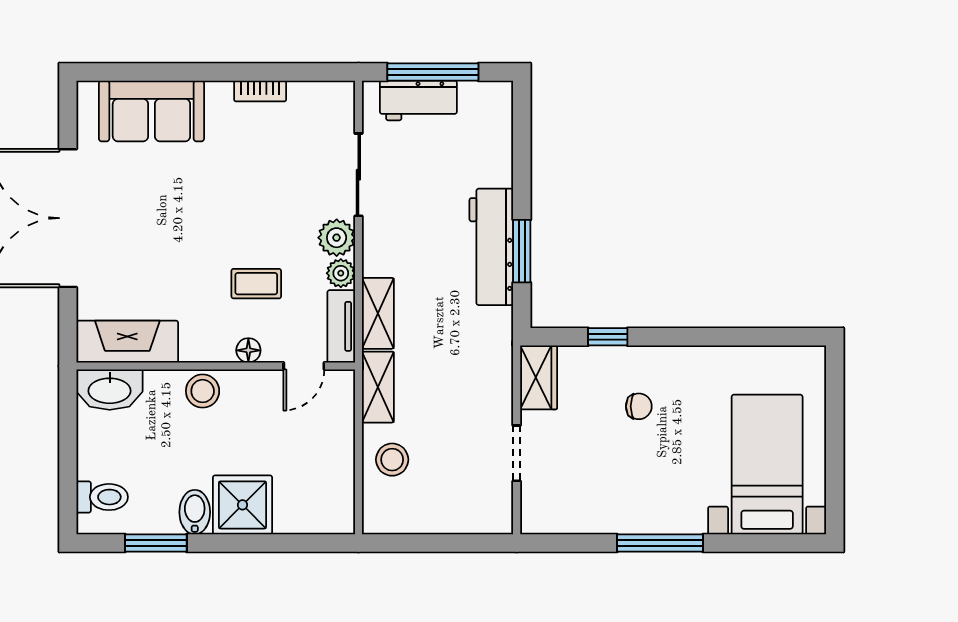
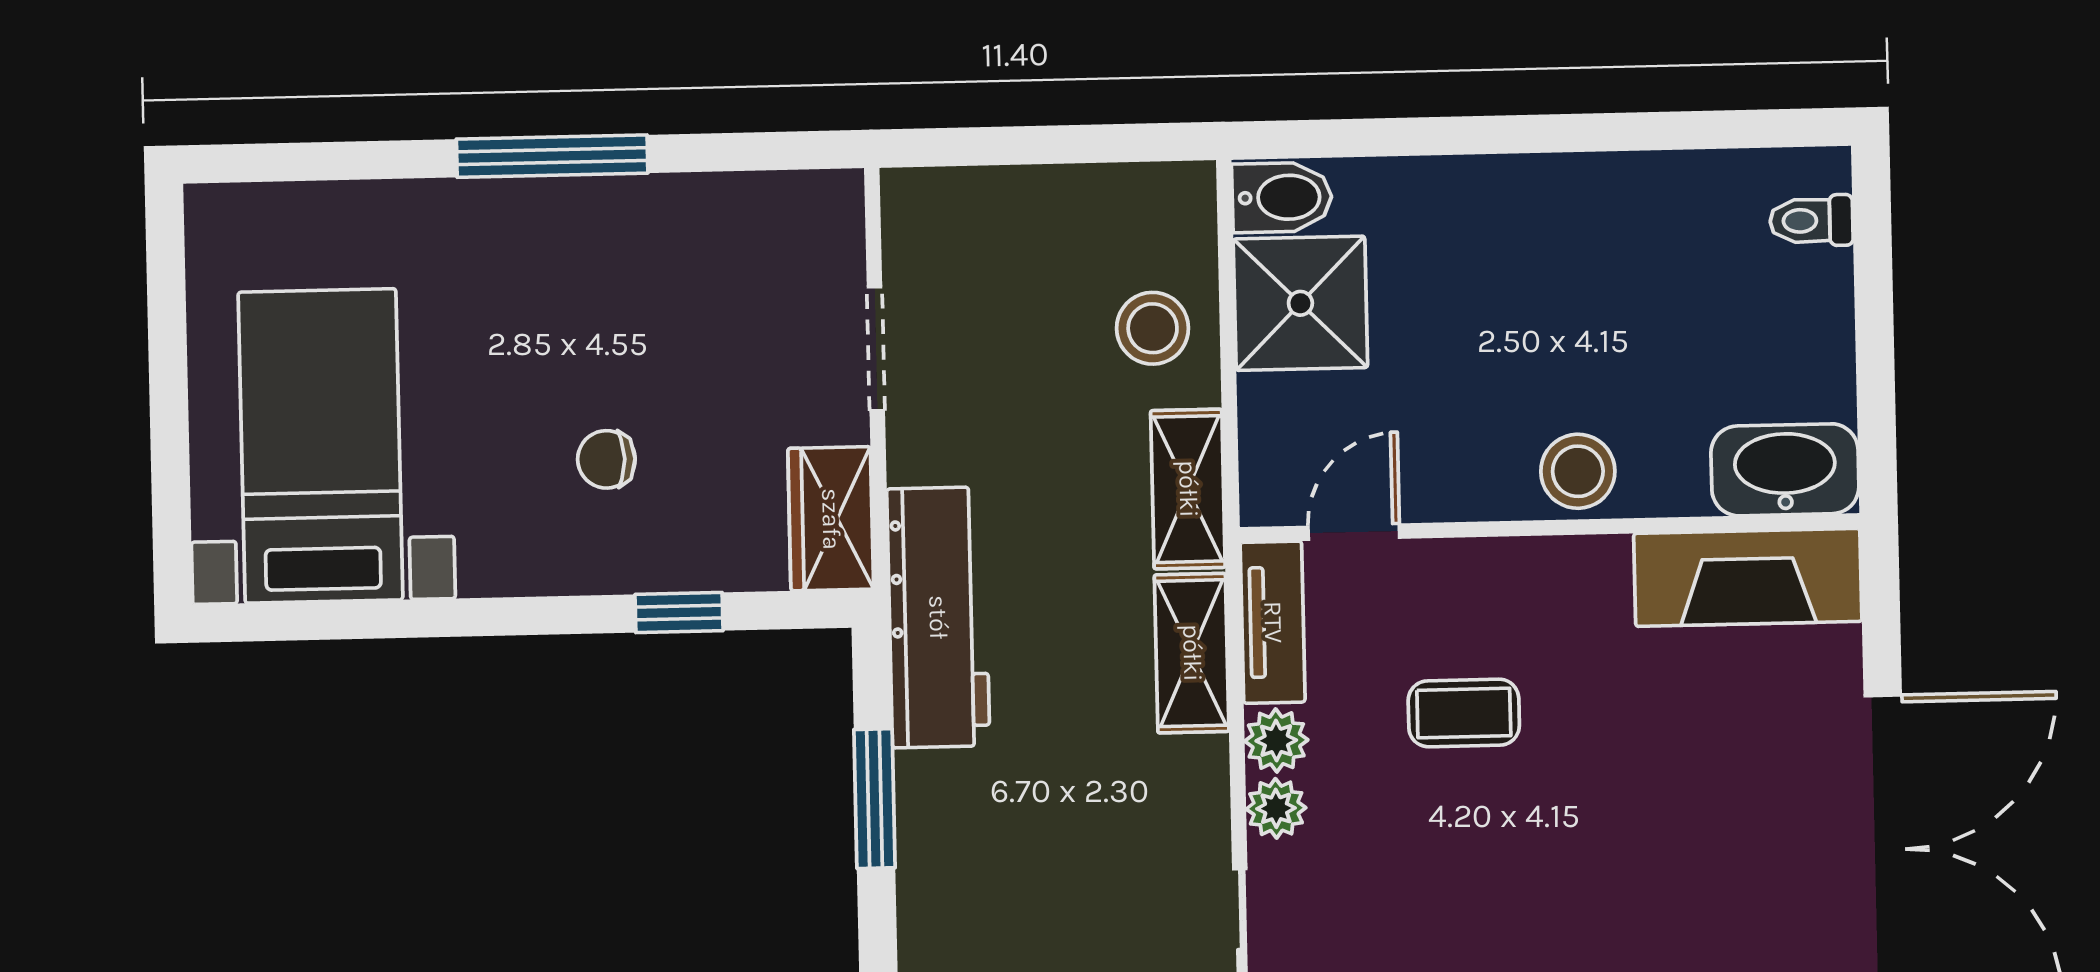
plant: (337, 238) -> (1276, 808), width x0.73, depth x0.73
workbench: (491, 247) -> (938, 617), moved
floor lamp: (248, 350) -> (1478, 564), removed
bed with nightstands: (767, 465) -> (320, 446), moved, turned 180
toilet: (102, 497) -> (1812, 221), width x0.73, depth x0.72
shower: (242, 505) -> (1300, 303), moved
bidet: (195, 512) -> (1282, 197), moved, turned -90
window: (156, 543) -> (1674, 131), removed

